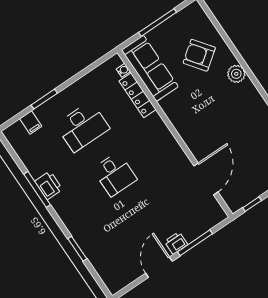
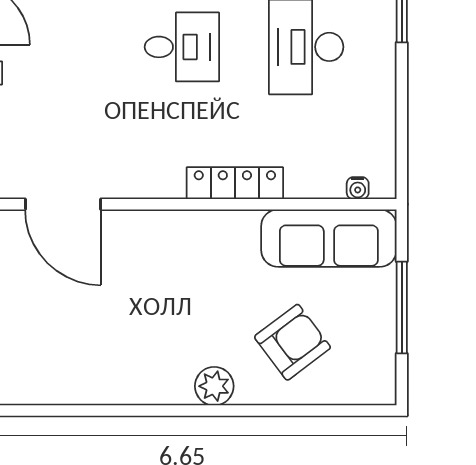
locker: (137, 95) -> (235, 183), moved
desk: (115, 174) -> (182, 47), turned 180

